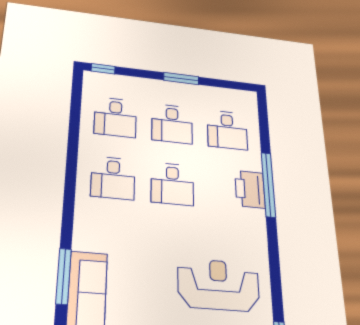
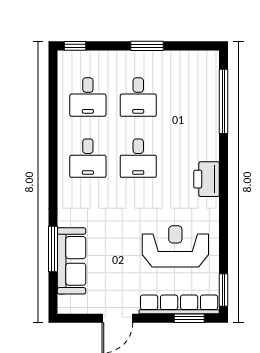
desk: (227, 130) -> (189, 97), removed
window: (268, 184) -> (224, 101), moved
printer: (250, 189) -> (207, 179), moved

